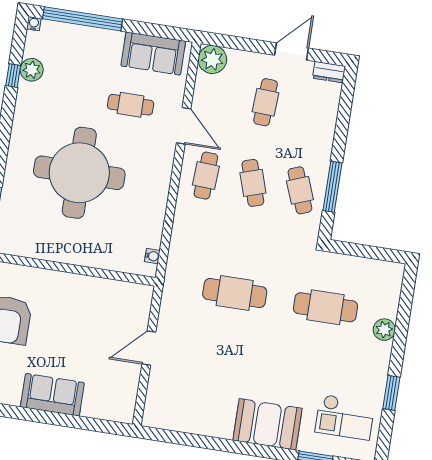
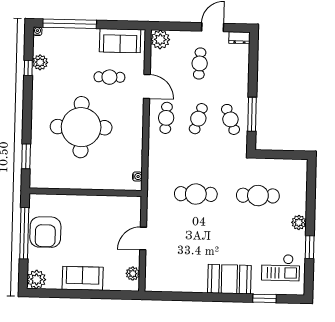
cafe table: (253, 183) -> (198, 119), turned 36
plant: (384, 330) -> (299, 222), moved
plant: (127, 398) -> (133, 274), added

